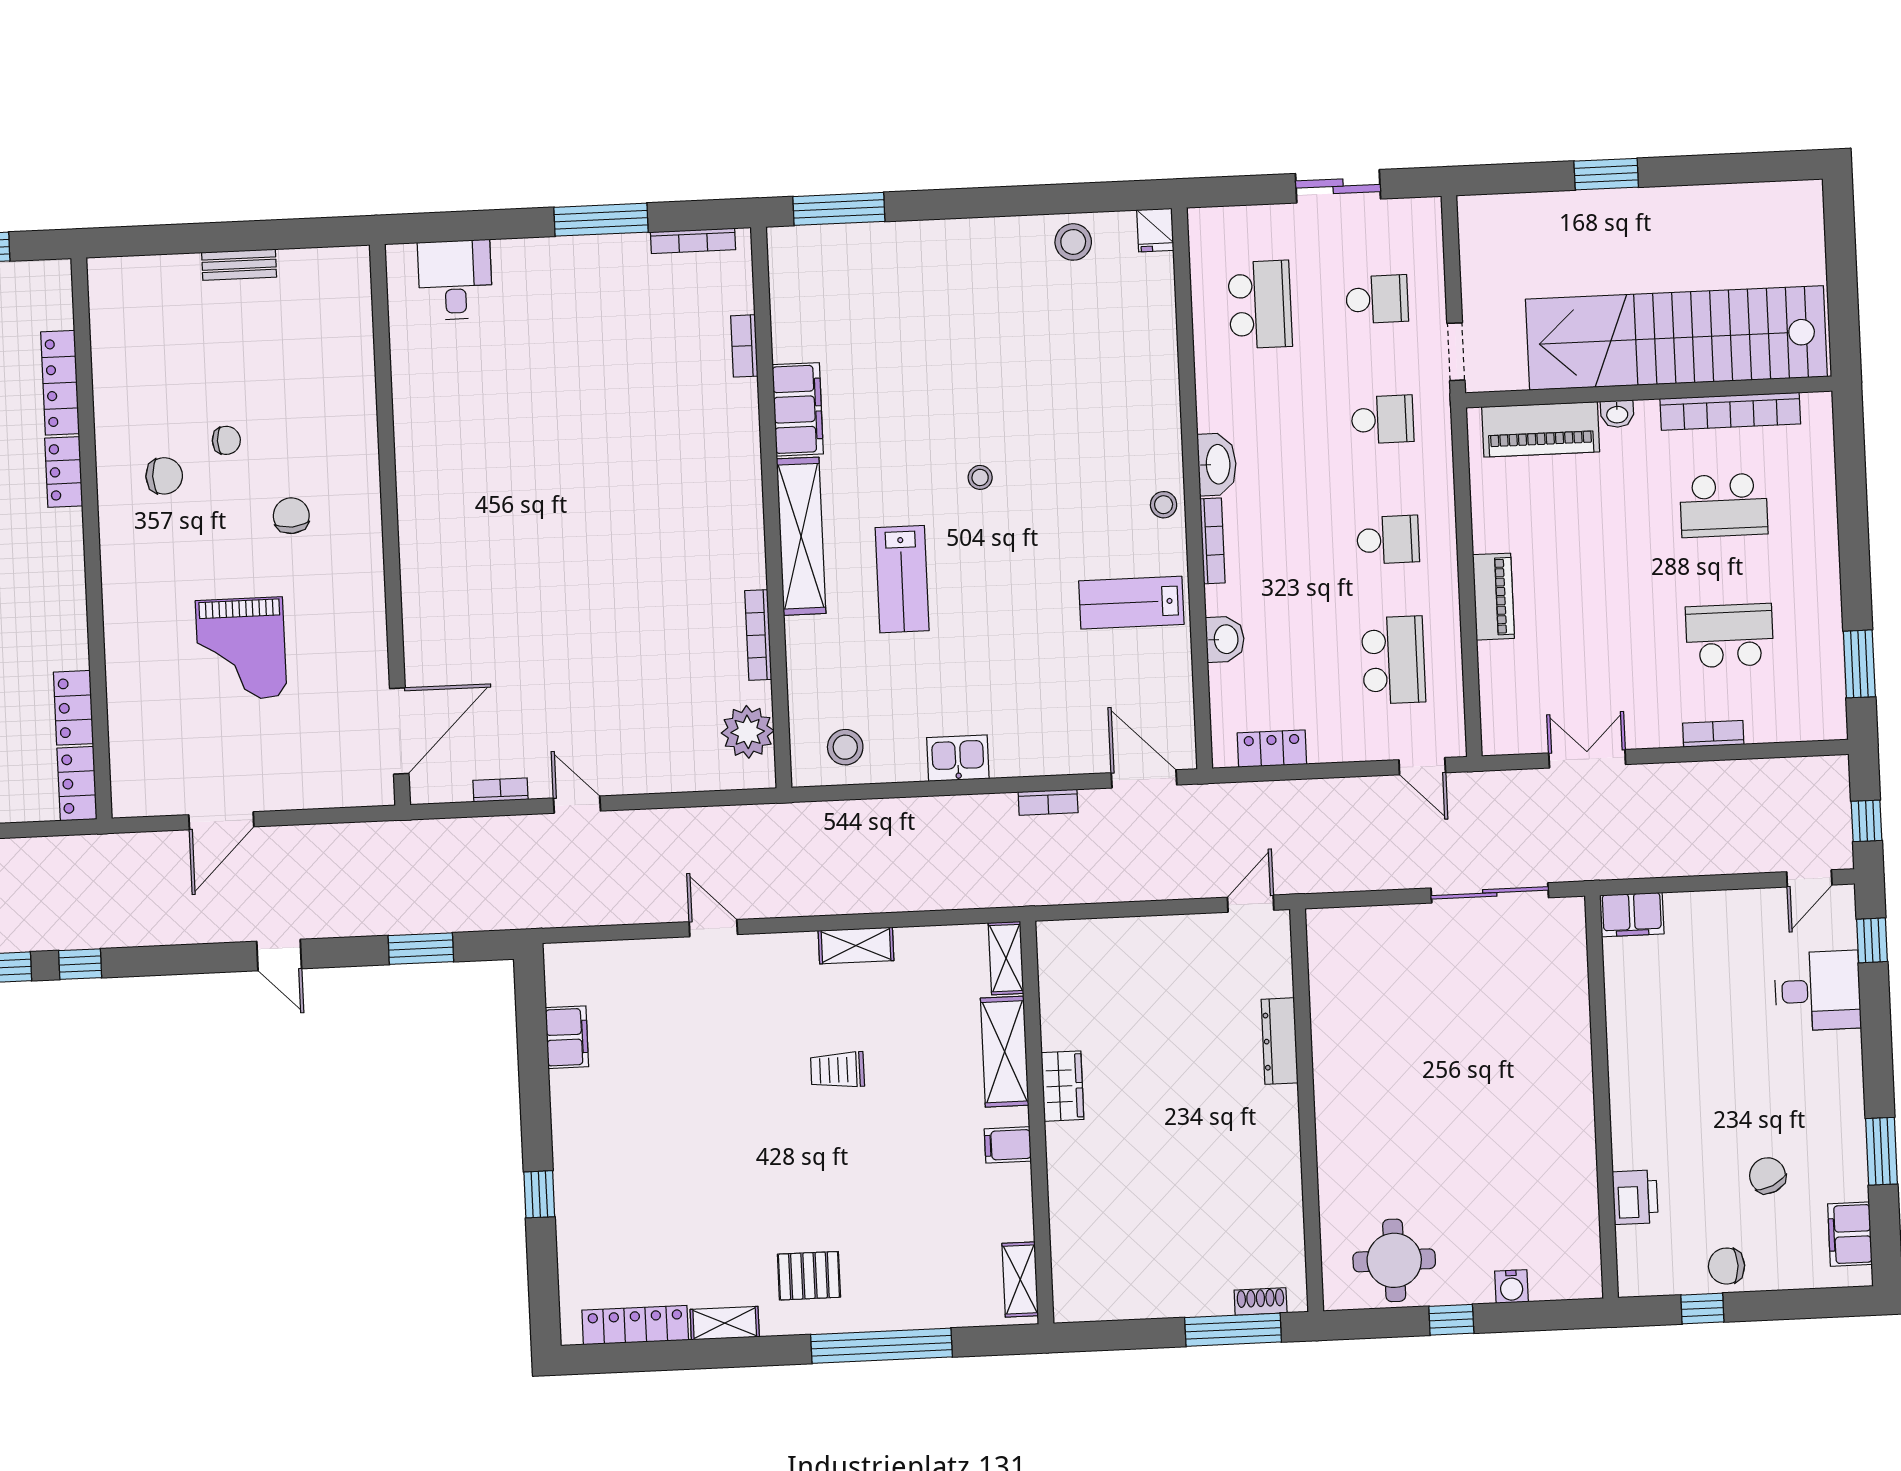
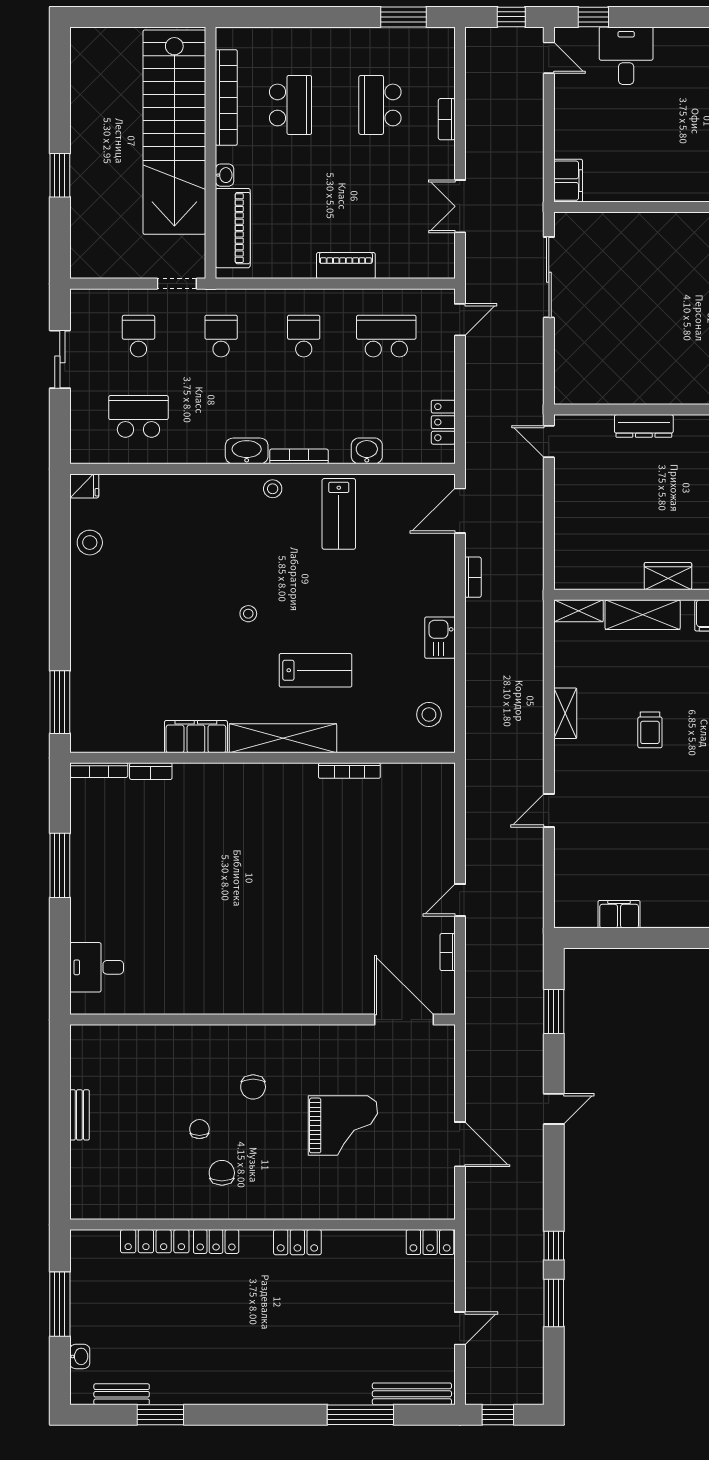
bookcase: (693, 241) -> (99, 770), moved, turned 90
chair: (291, 516) -> (253, 1087), turned -87
locker: (73, 708) -> (297, 1242), moved
plant: (748, 732) -> (415, 781), removed

